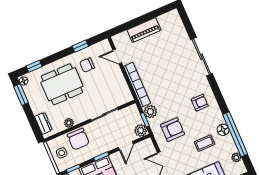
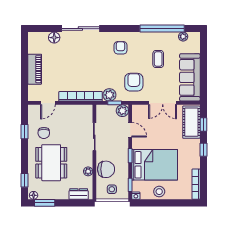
floor lamp: (223, 130) -> (54, 38), moved

